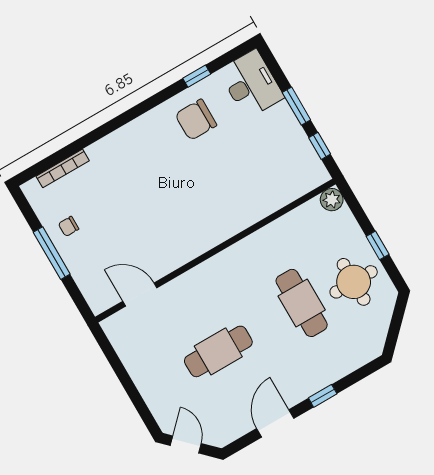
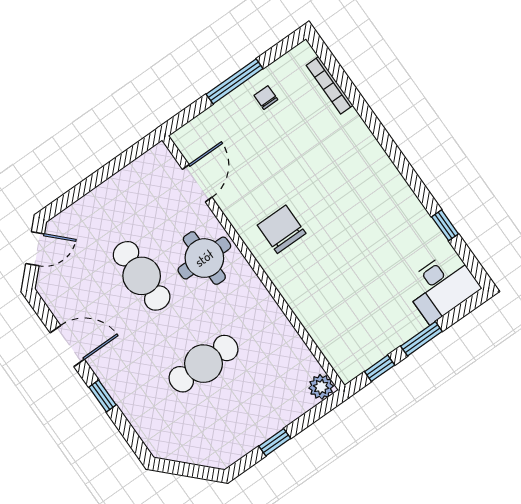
chair: (196, 120) -> (282, 229), moved
round table: (354, 282) -> (204, 258), moved

